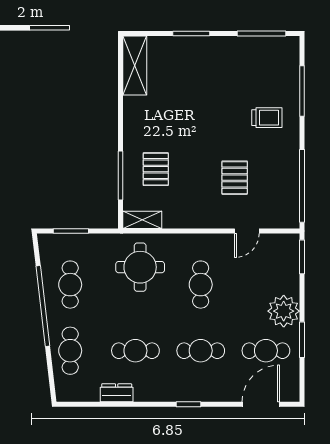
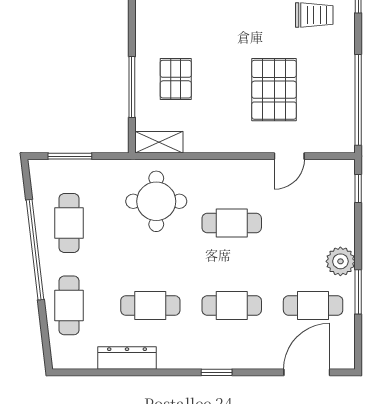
pallet: (235, 178) -> (274, 90), width x1.50, depth x1.42
window: (302, 257) -> (358, 189), width x0.67
cafe table: (201, 285) -> (232, 223), turned 90
plant: (284, 311) -> (340, 261), width x0.73, depth x0.73
dresser: (117, 393) -> (127, 358), width x1.44

